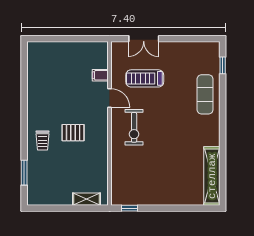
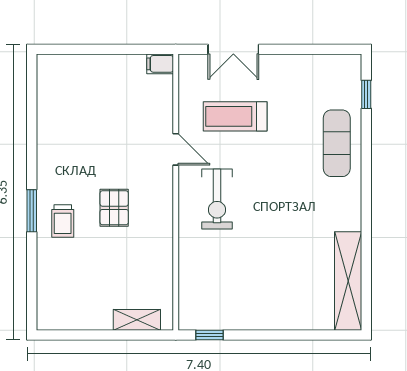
filing cabinet: (100, 75) -> (160, 64), moved
pallet: (73, 133) -> (114, 208), turned 90
window: (24, 173) -> (32, 211), moved

